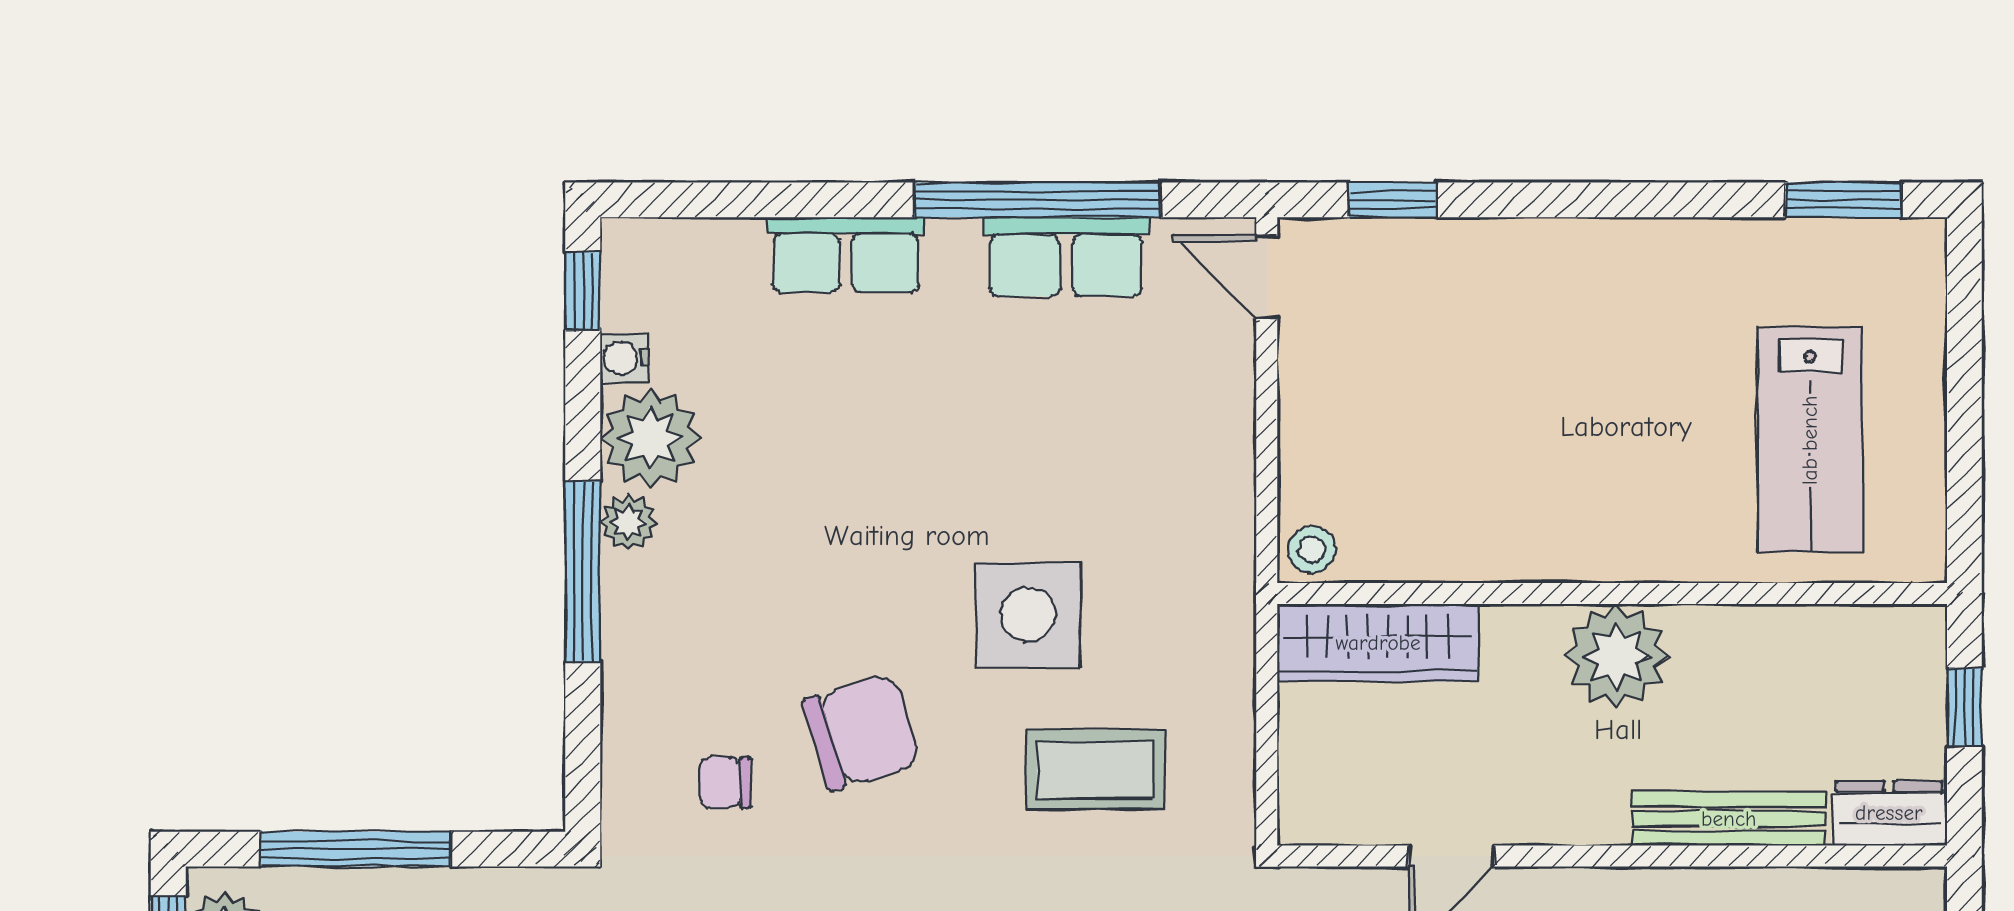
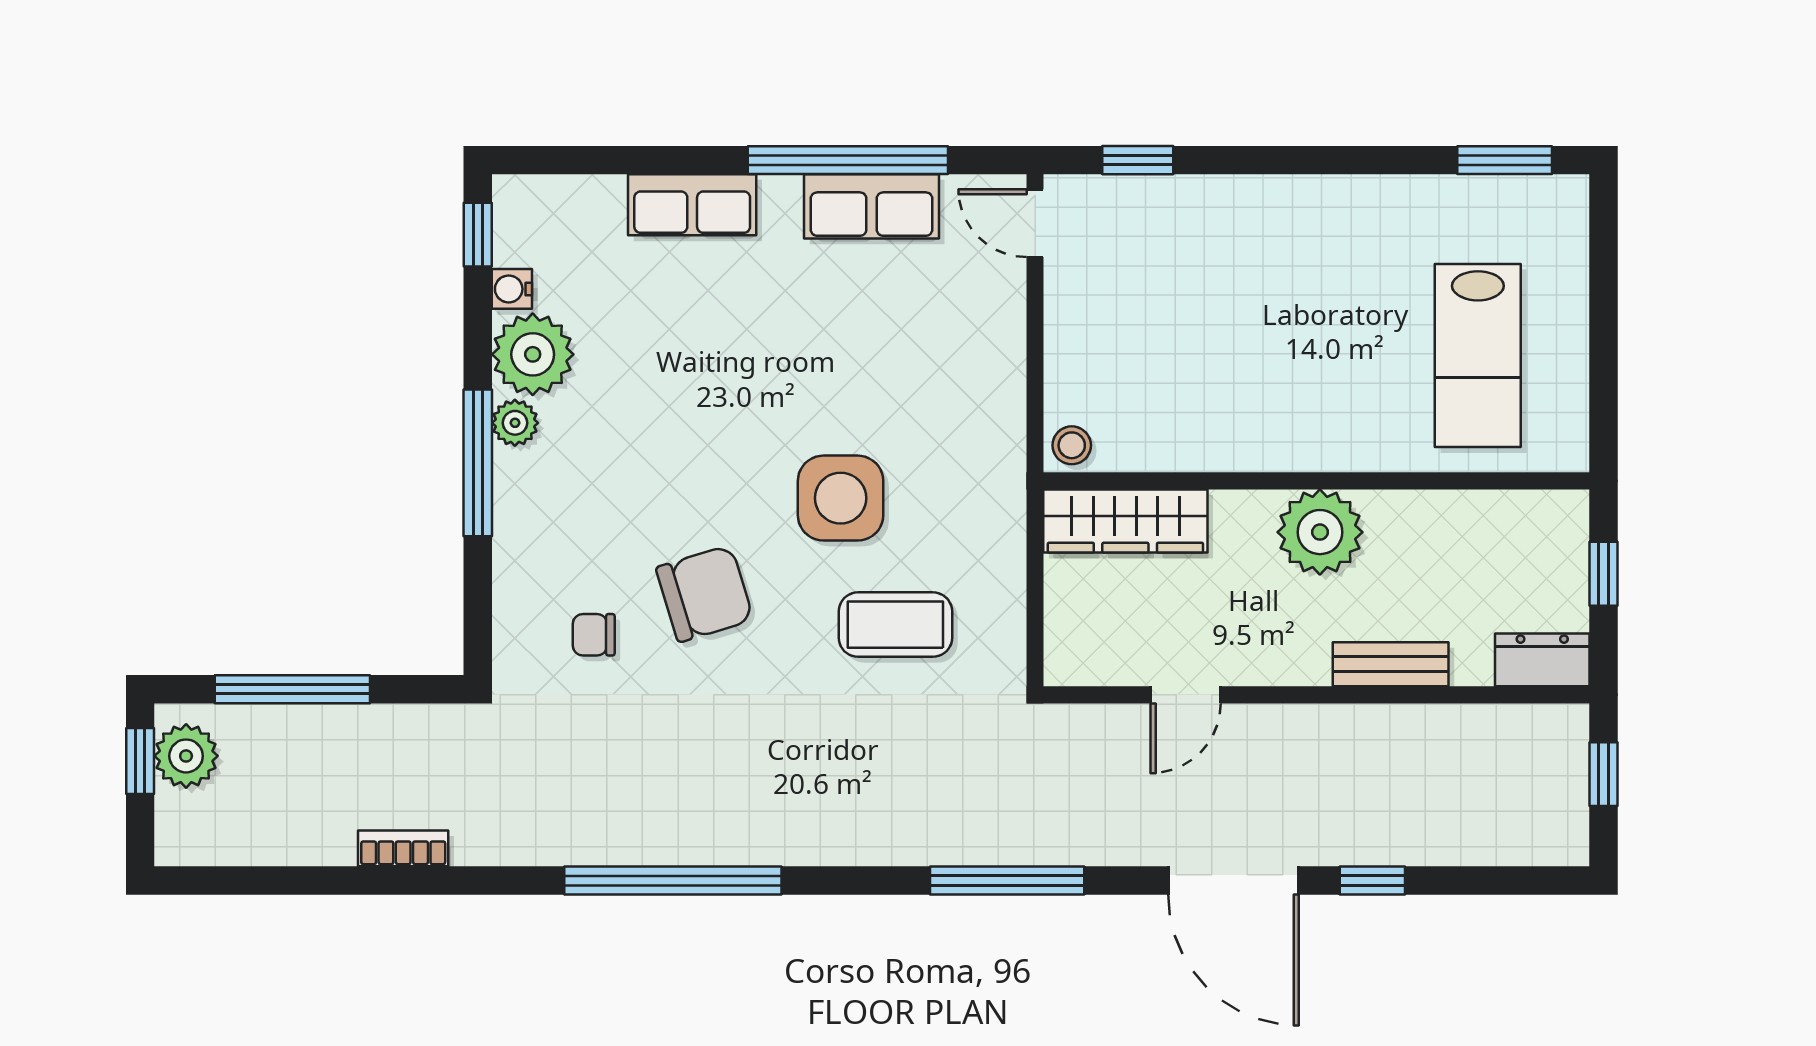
bench: (1729, 819) -> (1391, 664), width x0.73

